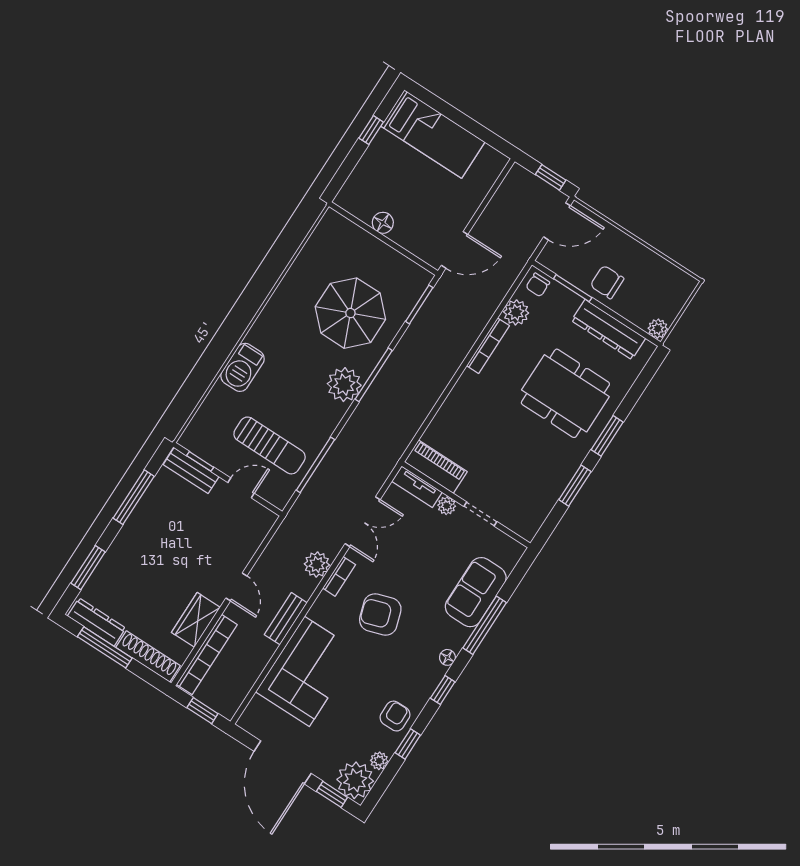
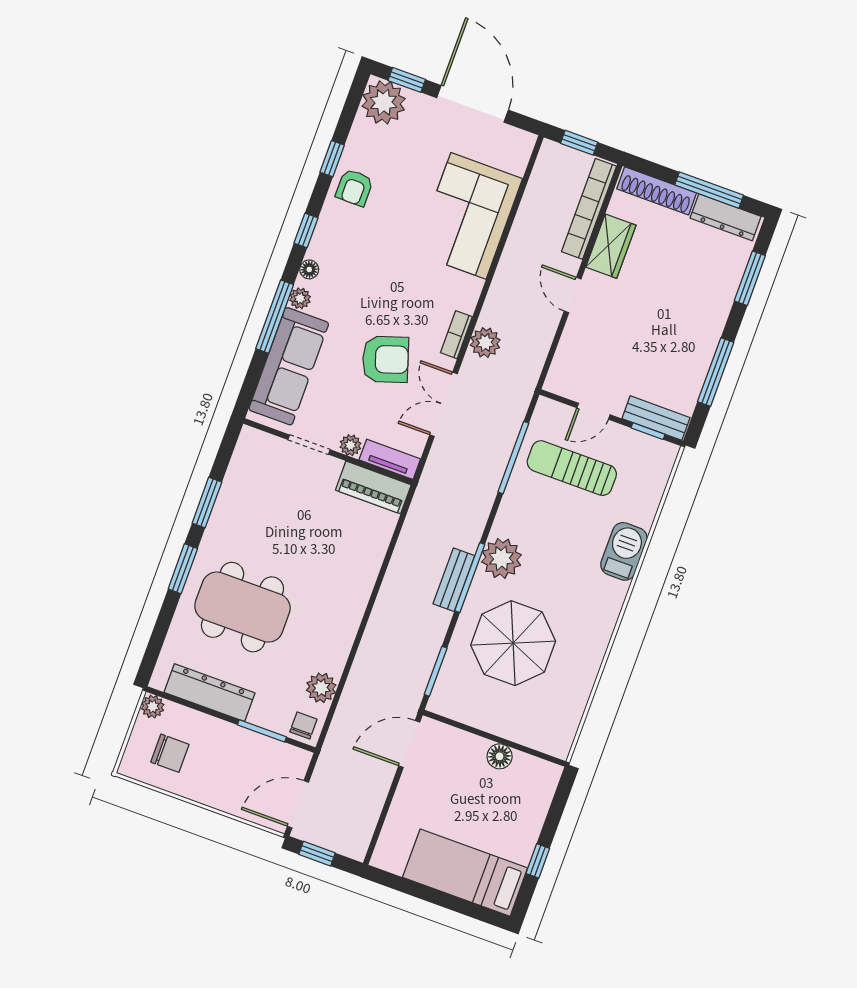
chair: (607, 282) -> (170, 753), moved
bookcase: (488, 346) -> (345, 642), removed
sofa: (476, 592) -> (289, 366), width x1.36
armchair: (380, 614) -> (385, 359), moved
bench: (286, 619) -> (454, 580), moved
plant: (379, 761) -> (300, 298), moved

